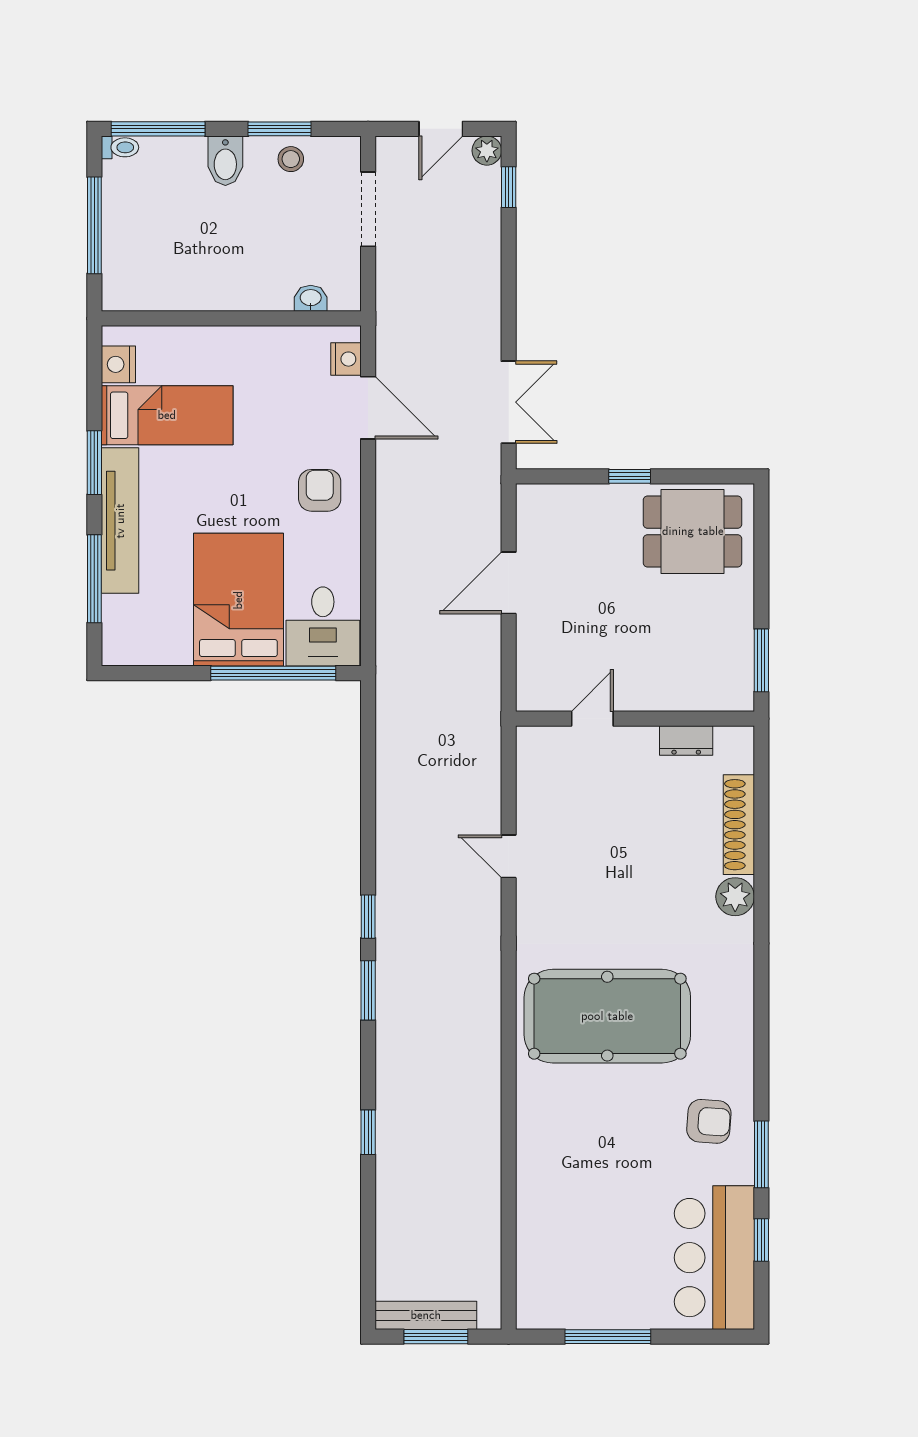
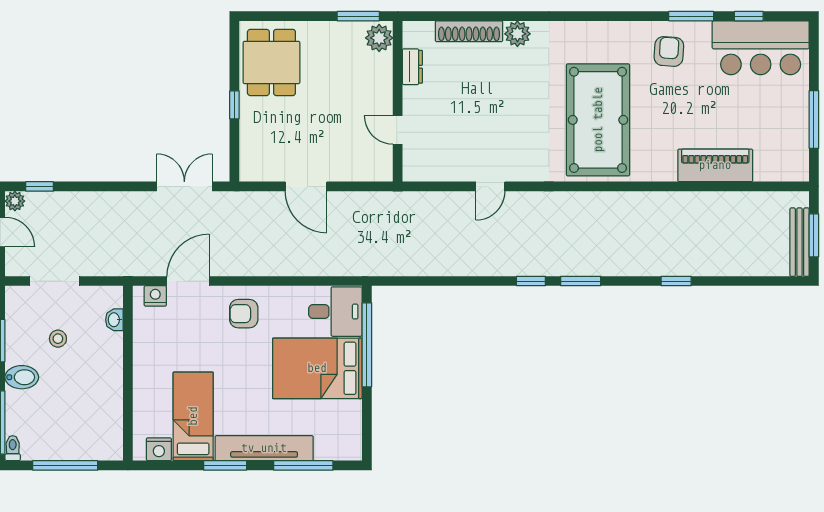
stool: (291, 159) -> (58, 339), moved
plant: (729, 691) -> (379, 38), added
piano: (540, 1190) -> (715, 165), added

